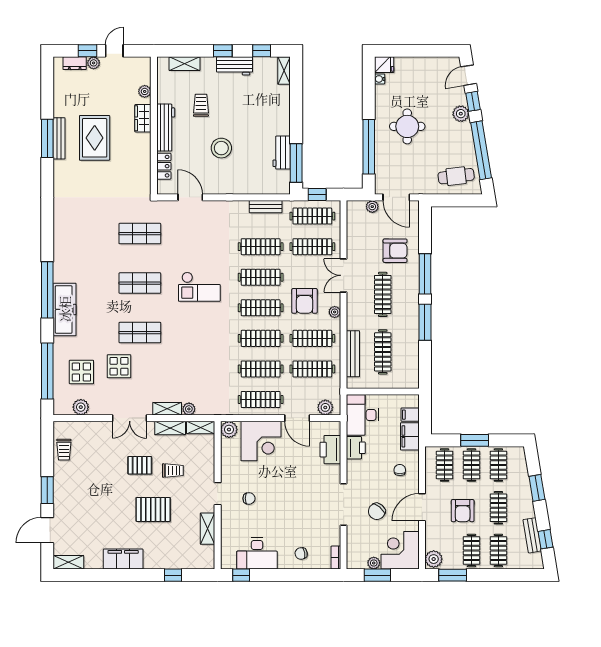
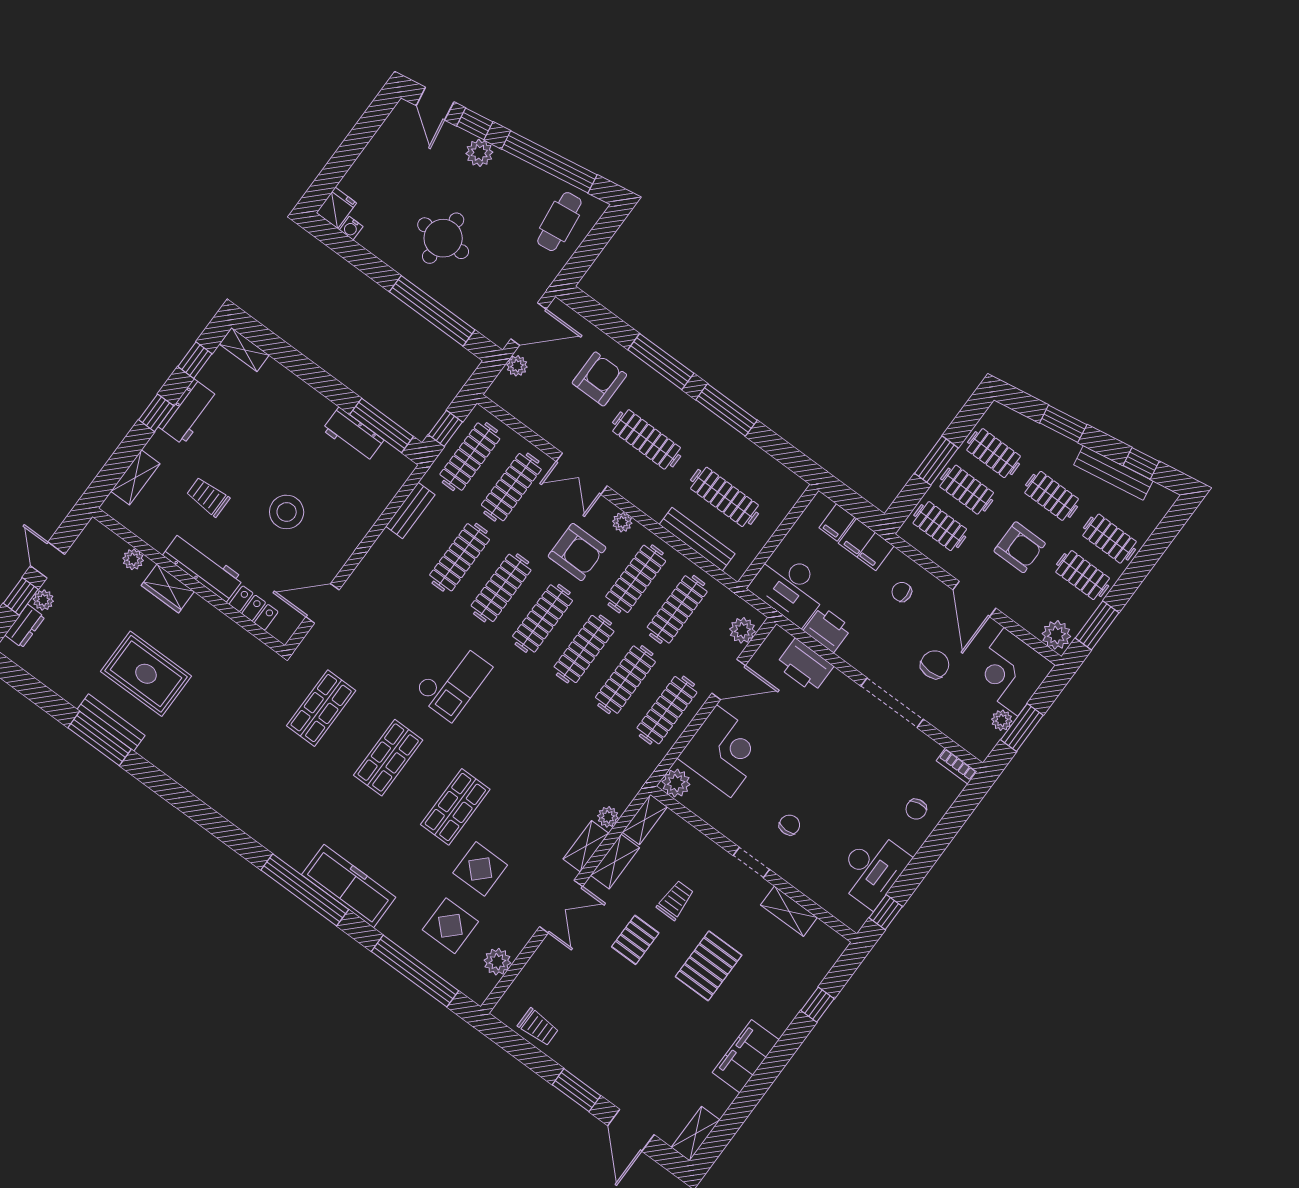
chair: (377, 511) -> (935, 665), turned -130
bench: (532, 535) -> (1113, 473), width x1.36

